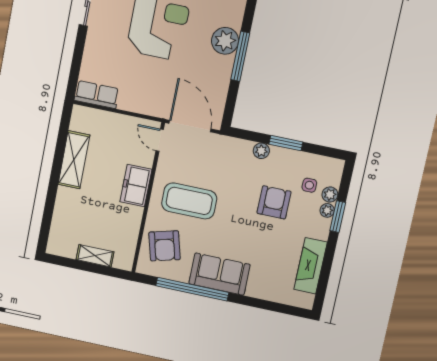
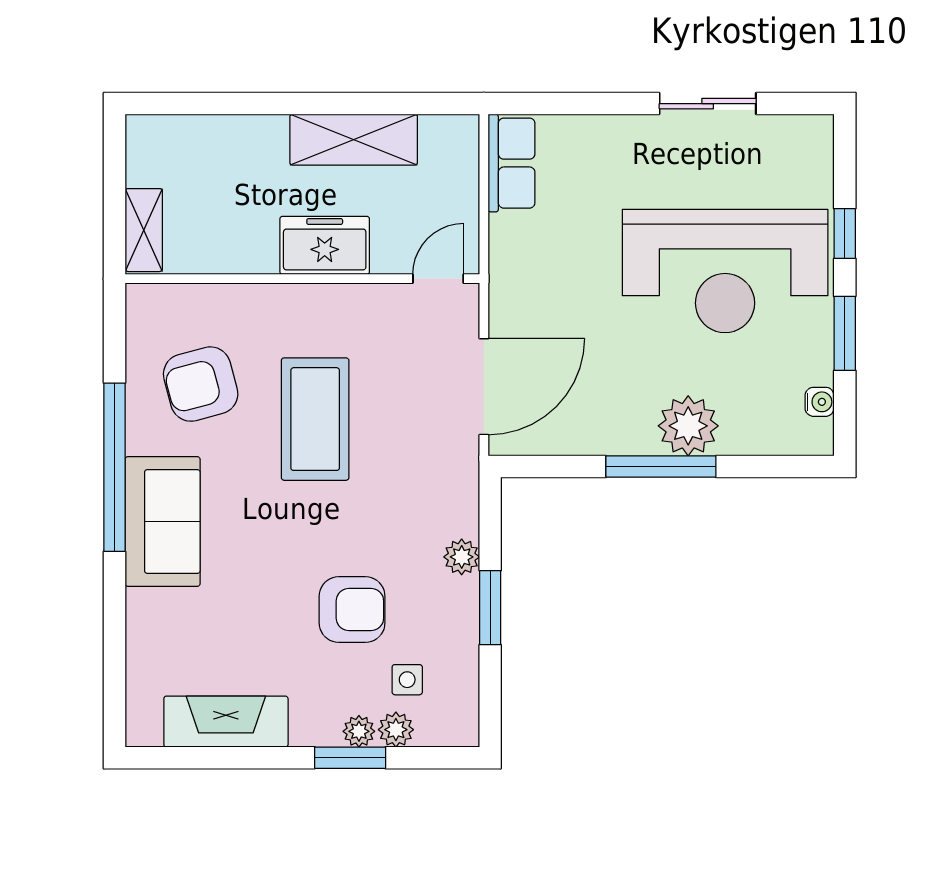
door: (160, 140) -> (438, 279), moved
freezer: (136, 186) -> (325, 245), moved
wall: (148, 198) -> (302, 279), moved

